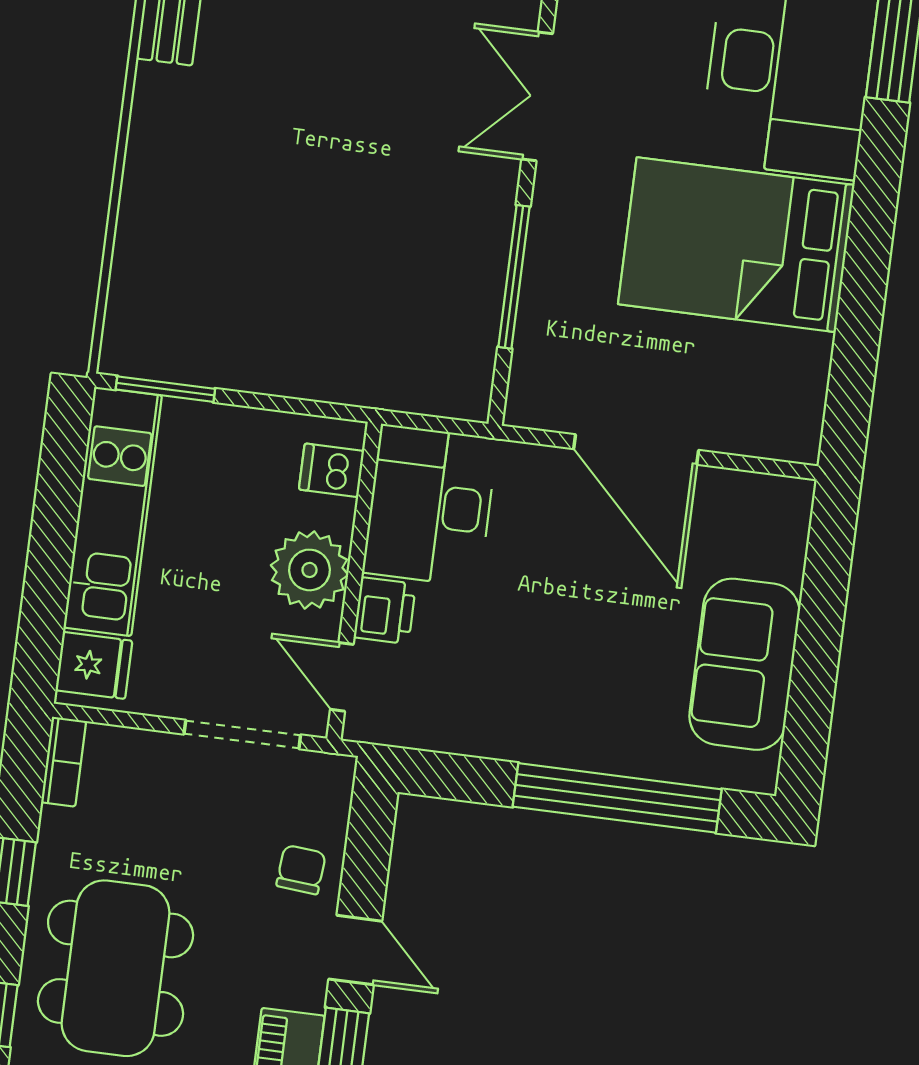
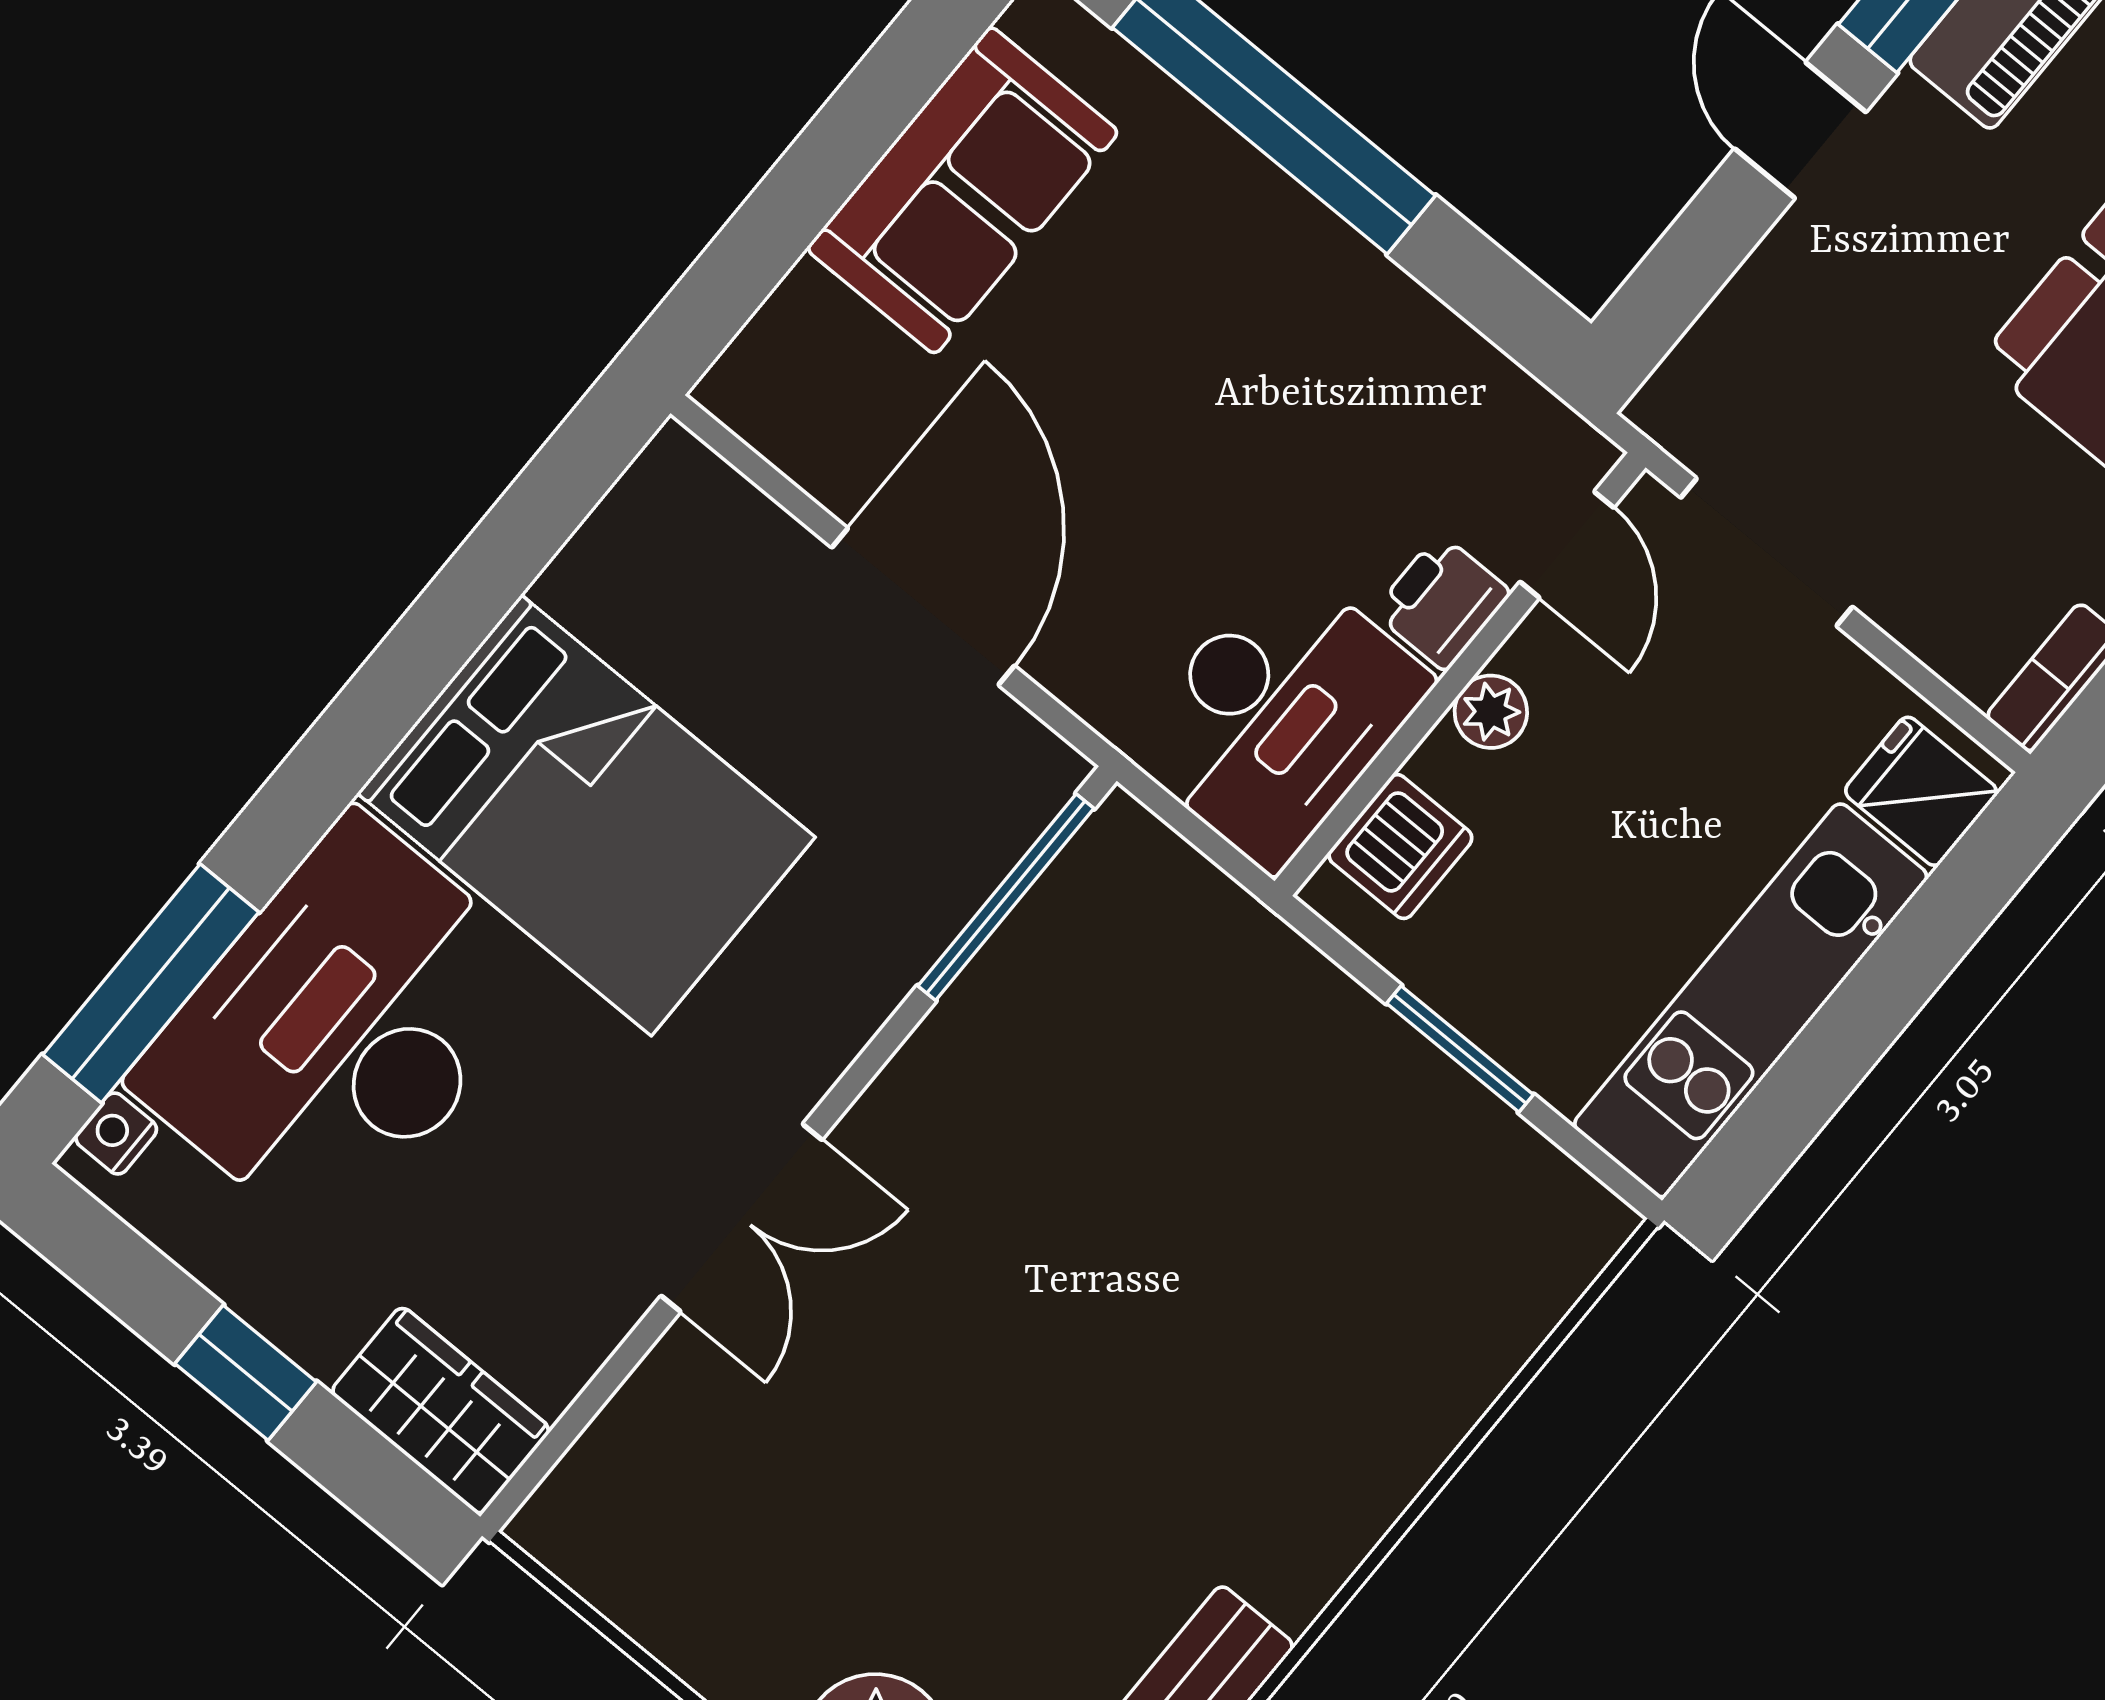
window: (514, 277) -> (1006, 897), moved
window: (165, 389) -> (1460, 1049), moved
dishwasher: (331, 470) -> (1400, 847), width x1.38
plant: (310, 570) -> (1491, 712), width x0.53, depth x0.53
chair: (301, 870) -> (1805, 299), removed

